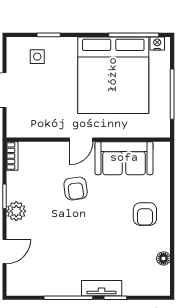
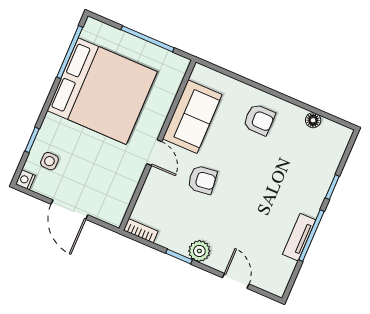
nightstand: (157, 43) -> (25, 180), moved
tv unit: (102, 288) -> (299, 237), moved

